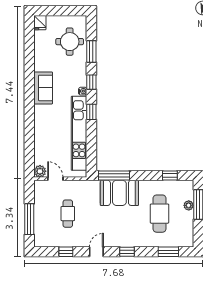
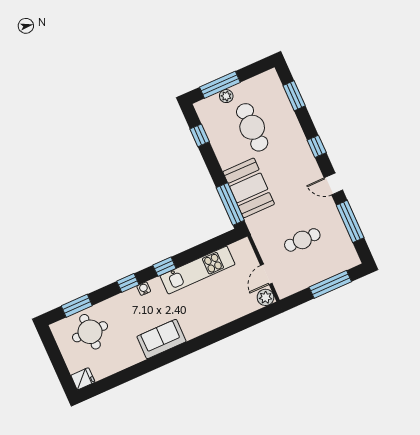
window: (91, 52) -> (77, 306), moved
kitchen unit: (79, 133) -> (198, 270), width x0.73
cafe table: (160, 214) -> (252, 127), turned 90
window: (66, 252) -> (350, 221), width x2.17

